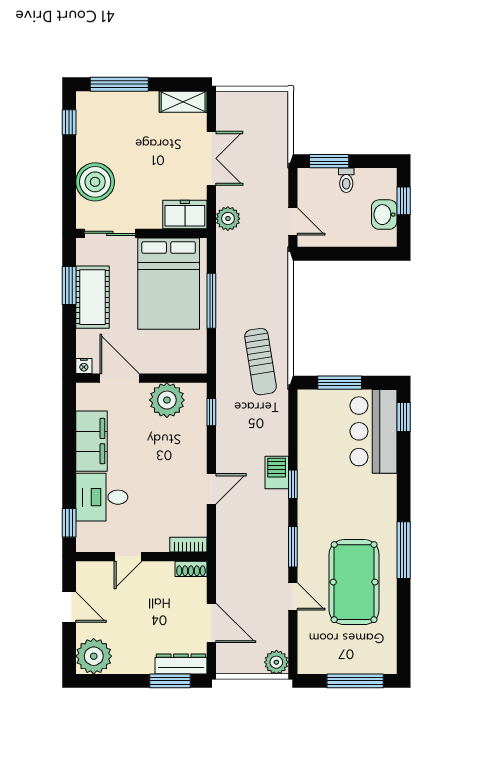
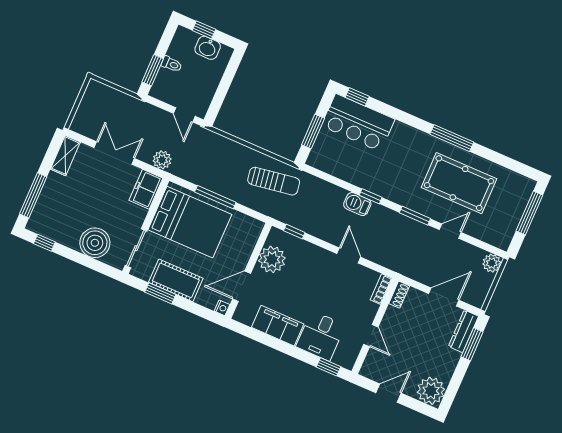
door: (293, 221) -> (184, 115), swing flipped

